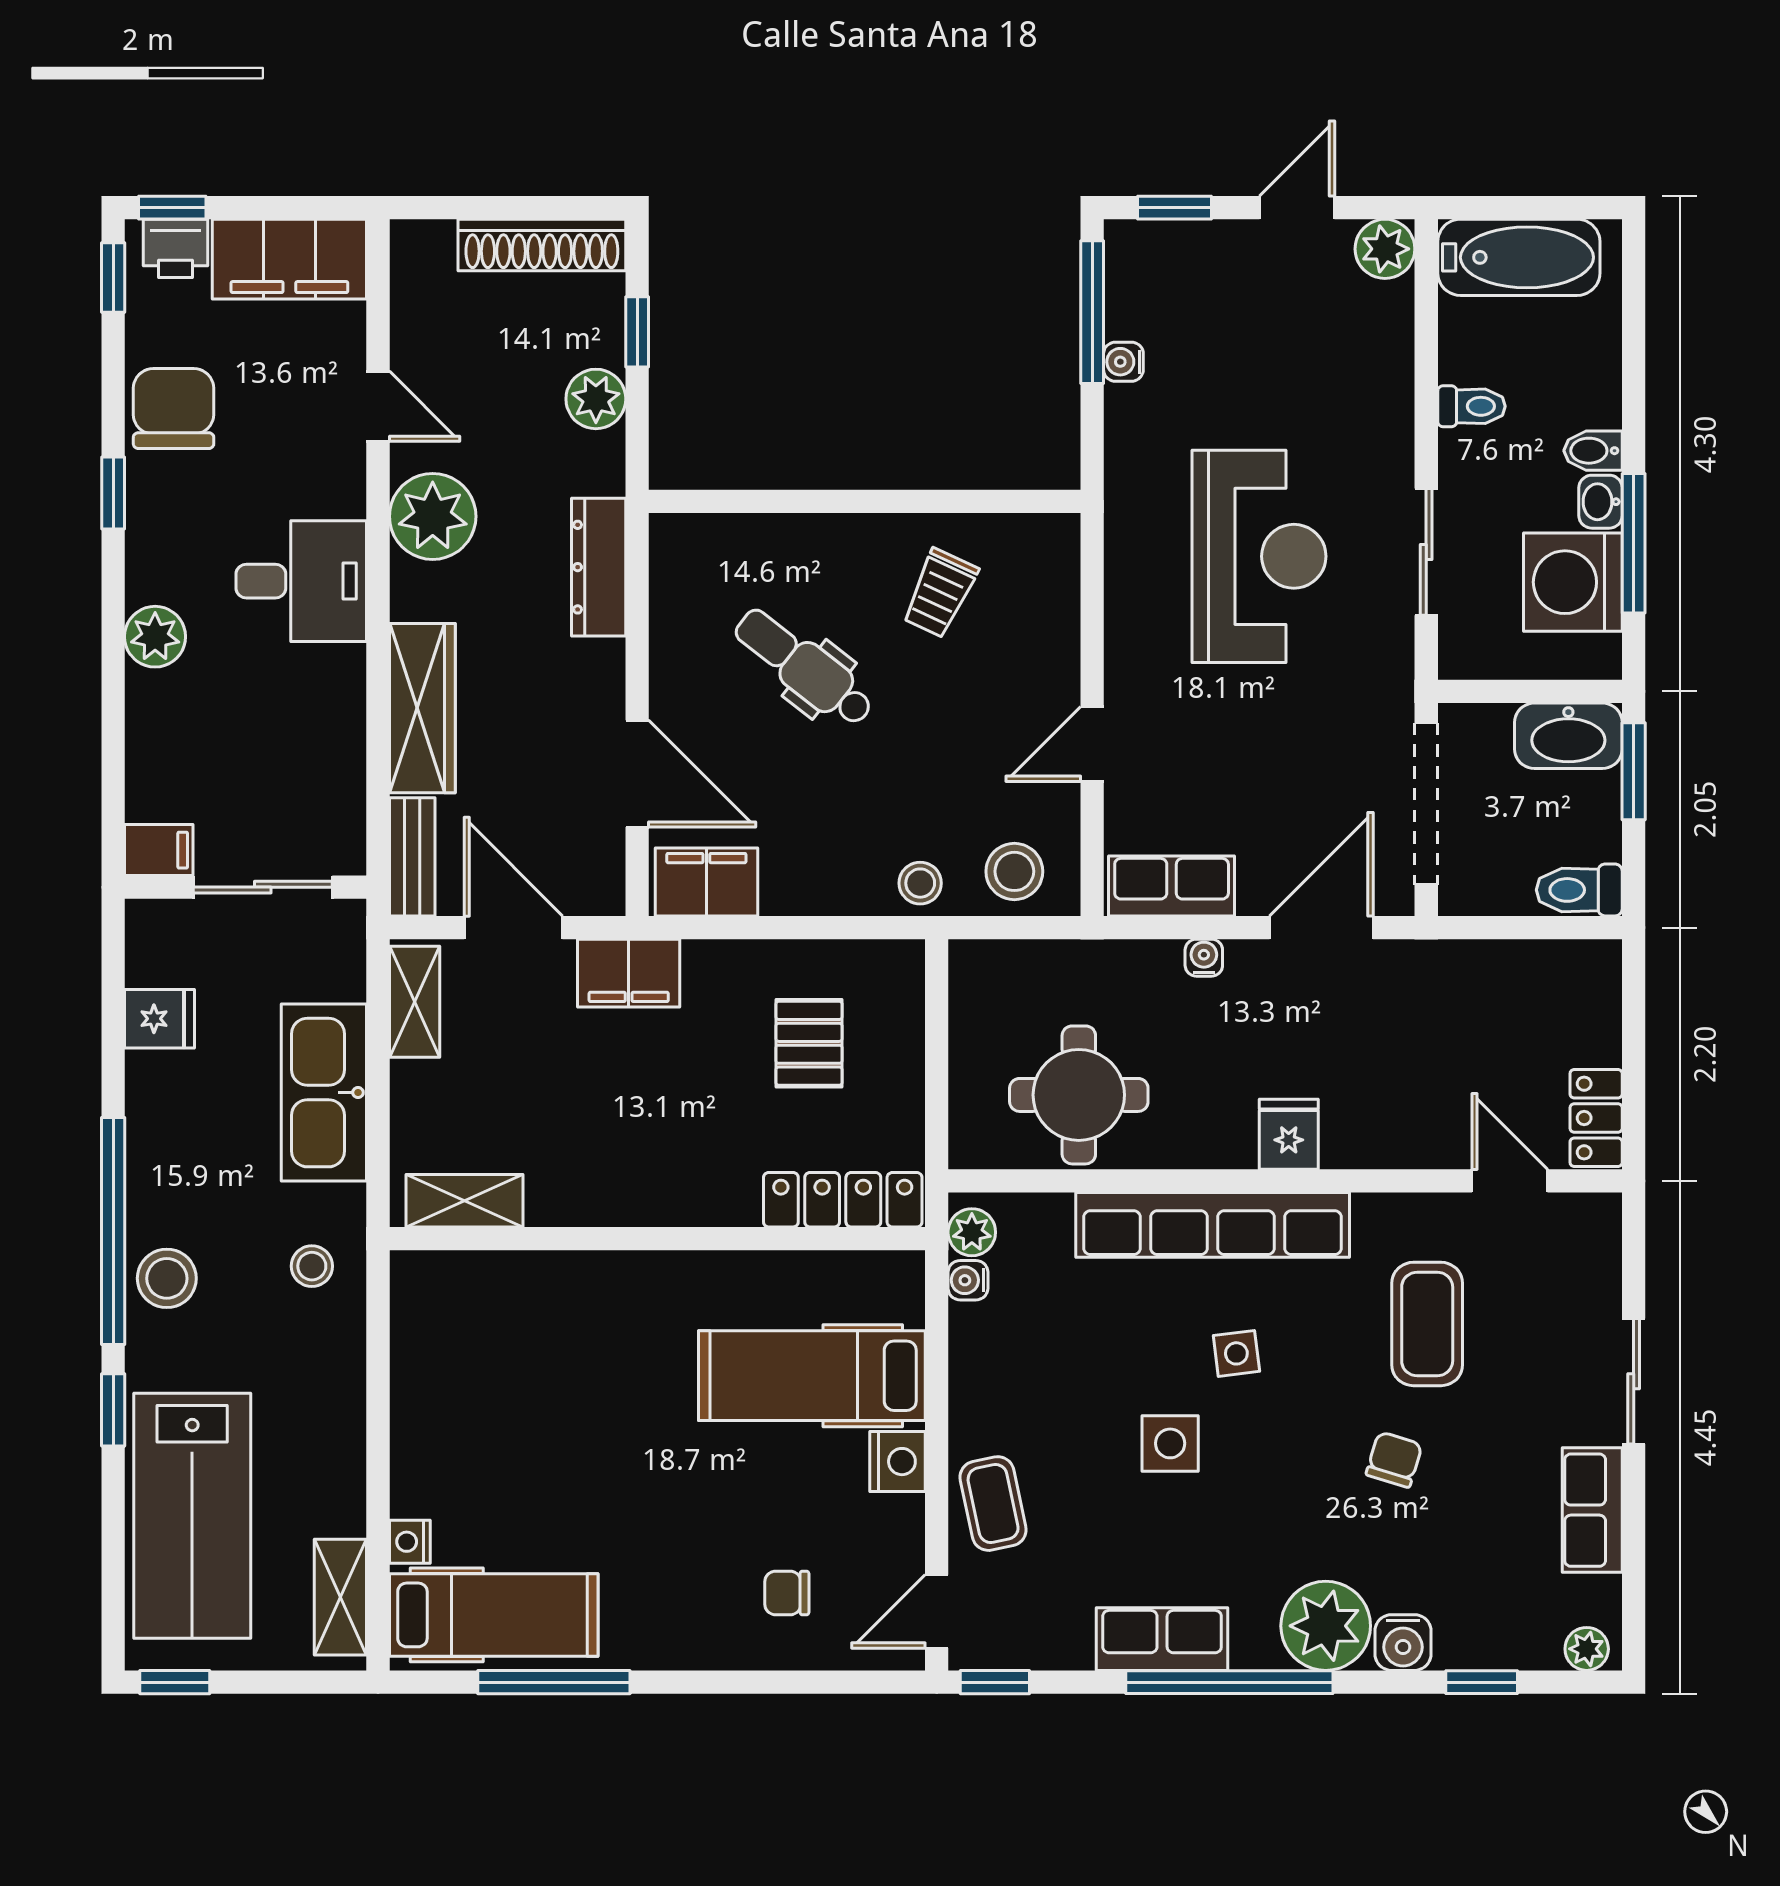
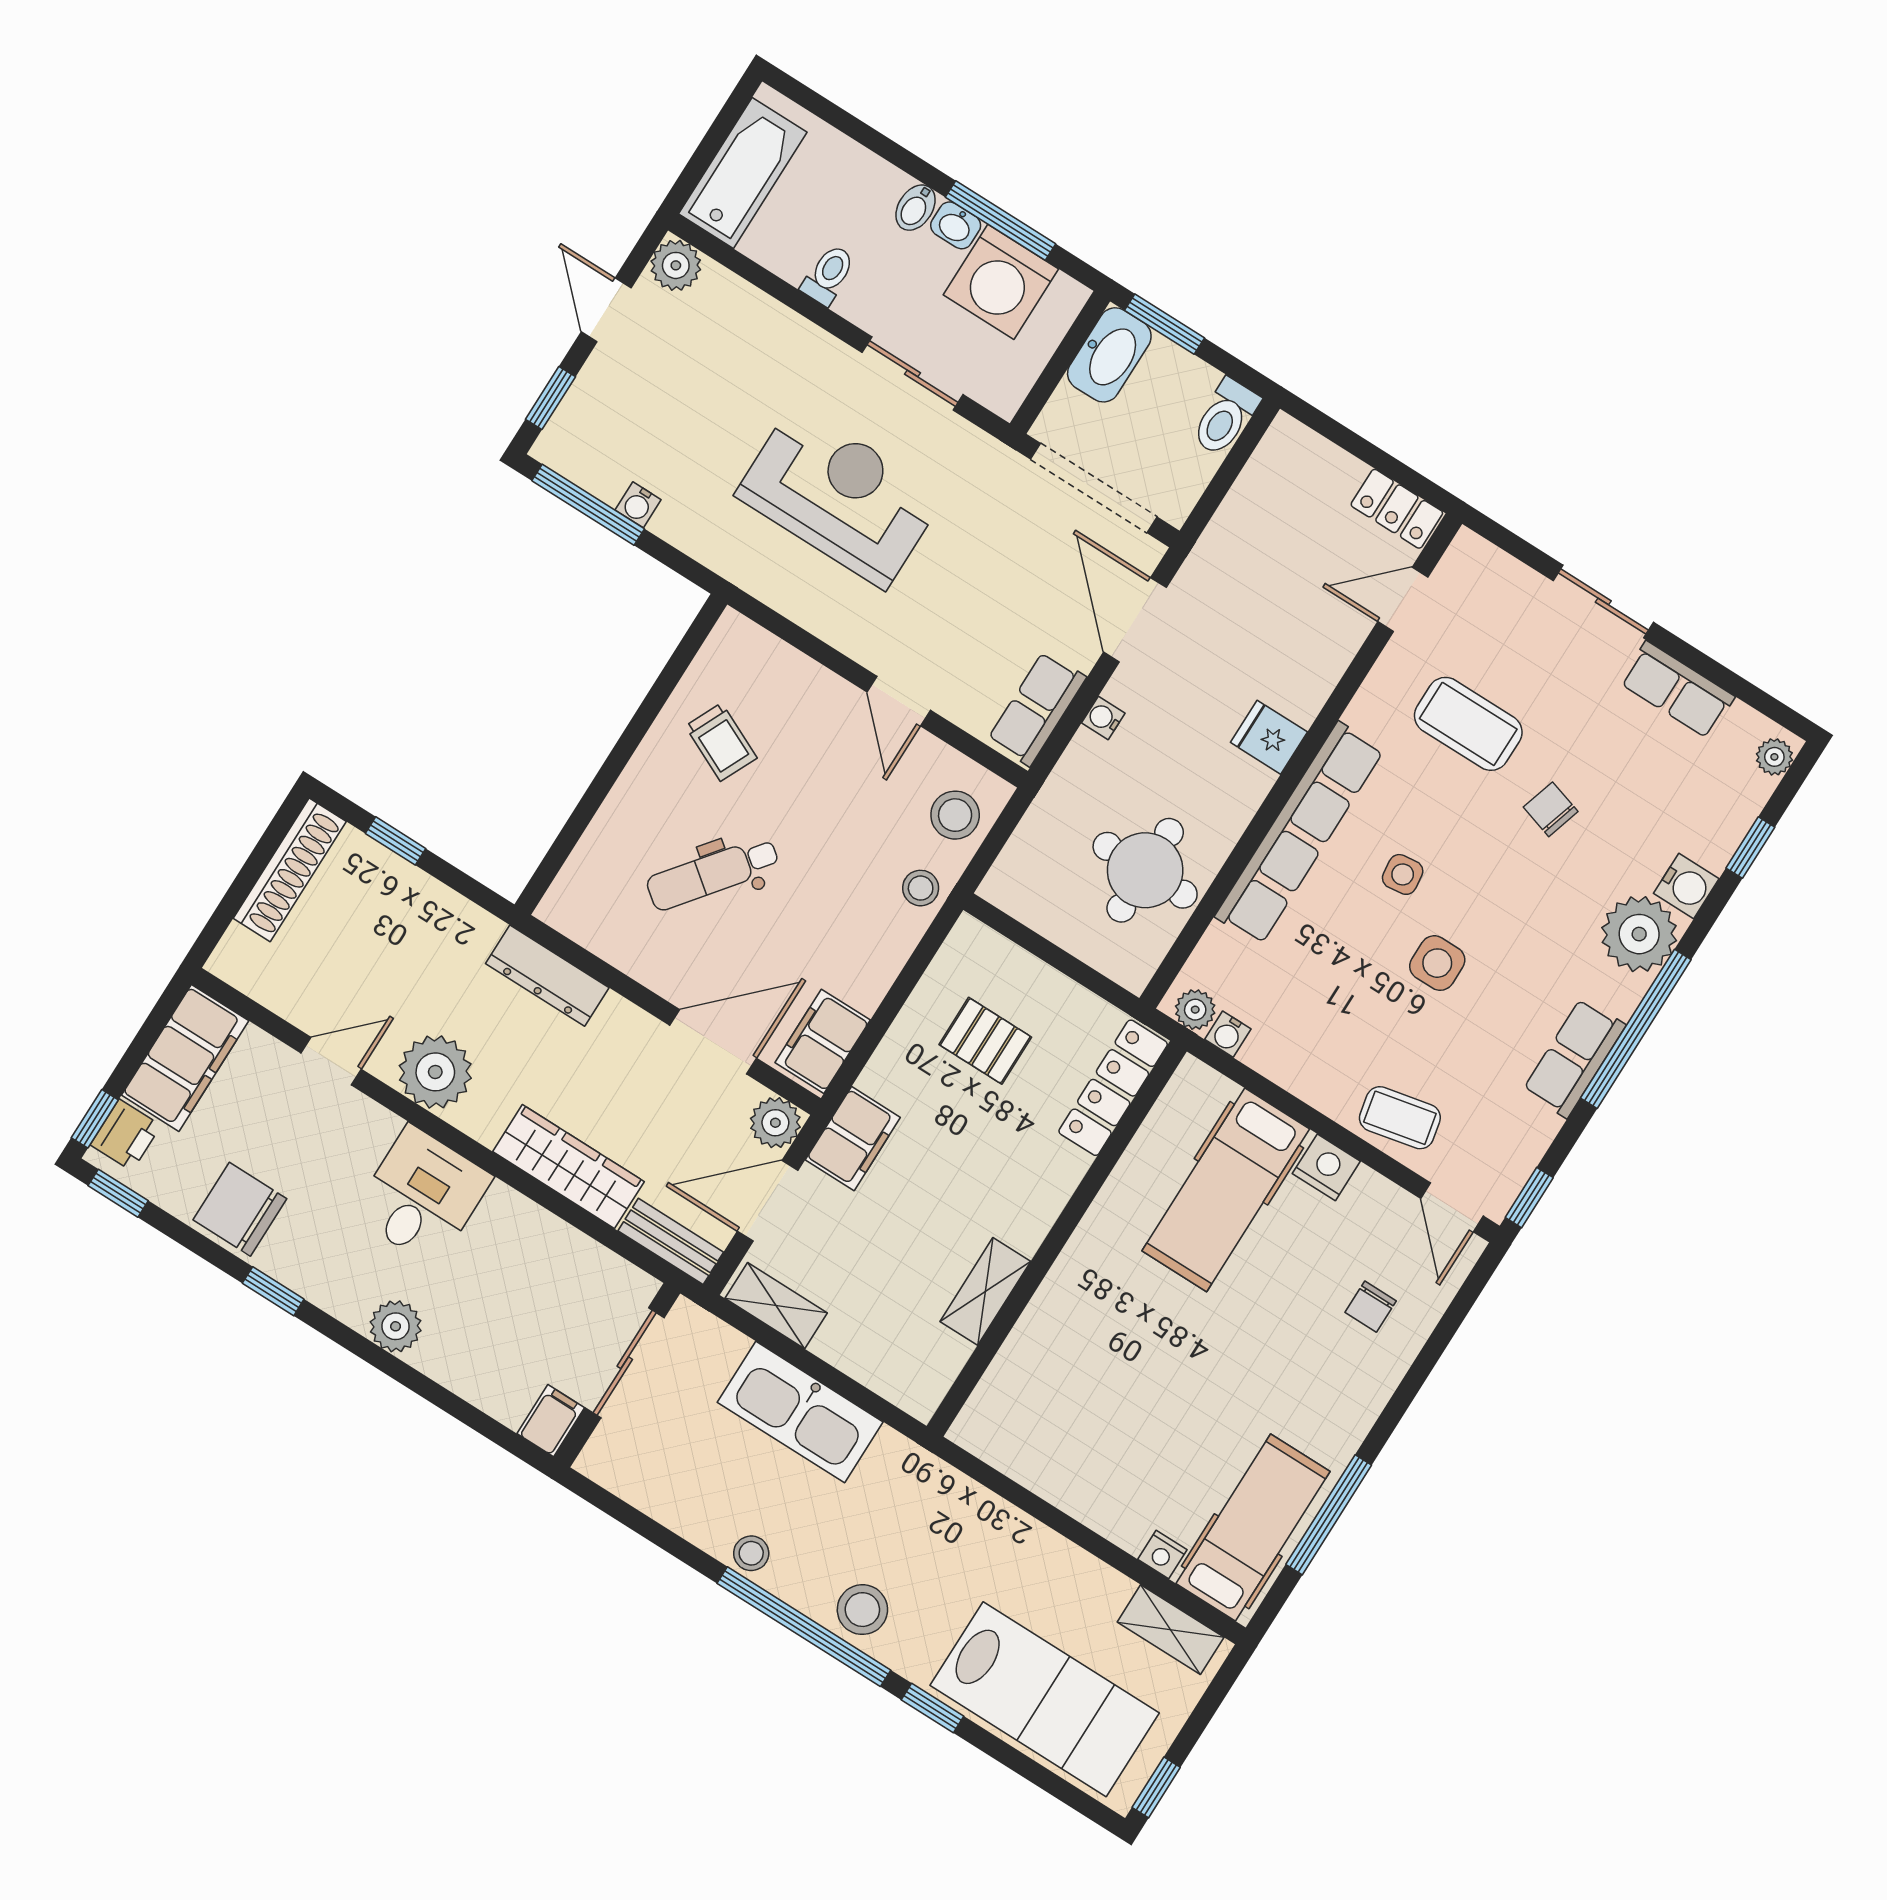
plant: (596, 399) -> (775, 1123), moved
fridge: (160, 1019) -> (672, 1497), removed
shelving: (464, 1201) -> (985, 1291), moved
stool: (312, 1266) -> (751, 1553), moved

